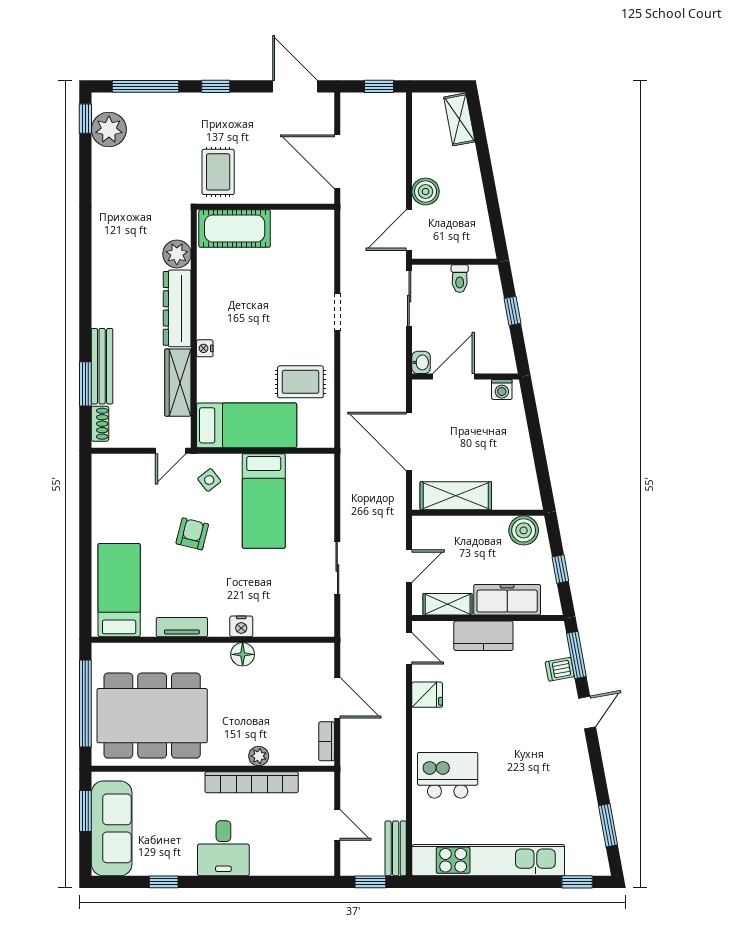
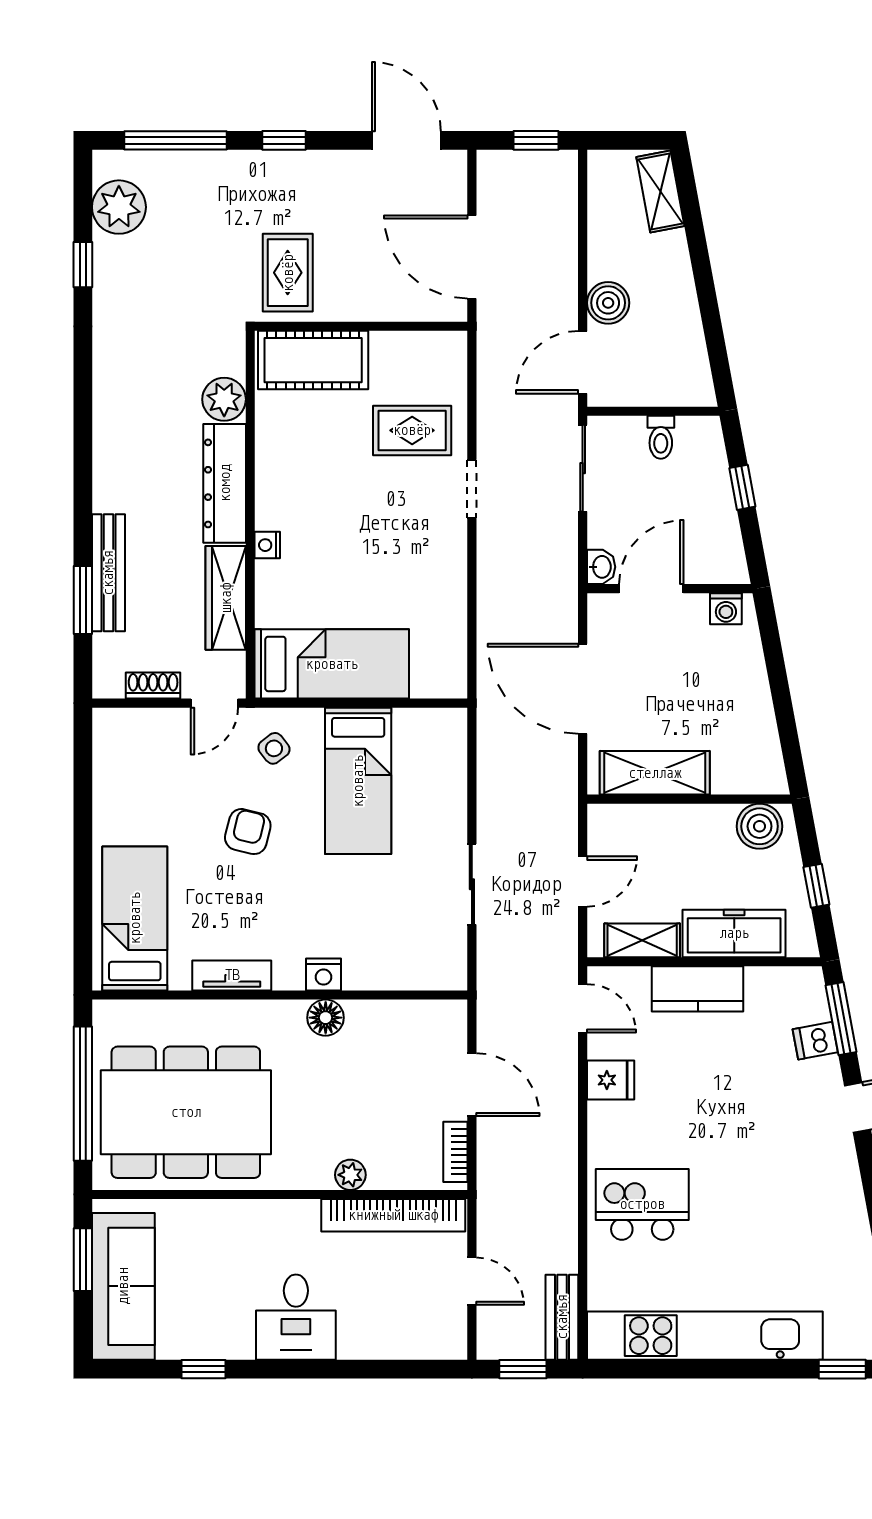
window: (85, 119) -> (83, 265), moved
rug: (300, 382) -> (412, 430), moved
shoe rack: (100, 424) -> (153, 685), moved, turned -90
bookcase: (252, 782) -> (393, 1215), moved

